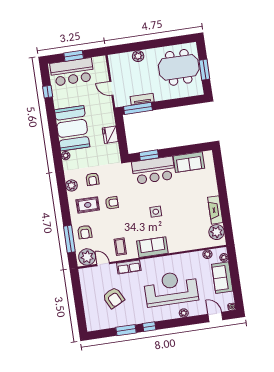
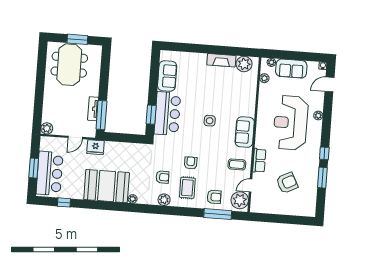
plant: (138, 56) -> (47, 128), moved
fridge: (110, 135) -> (96, 147), moved

